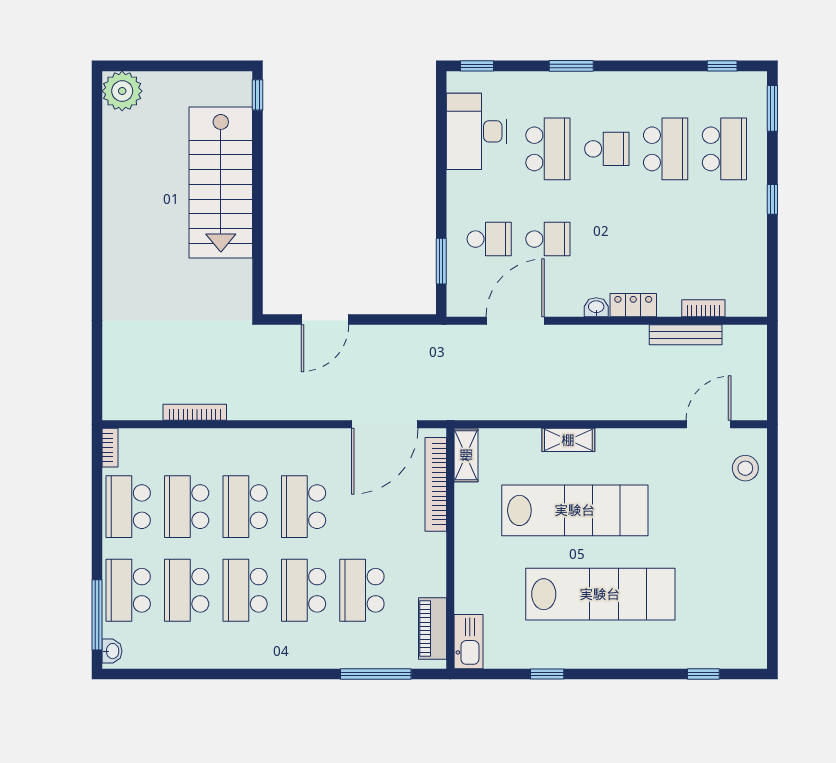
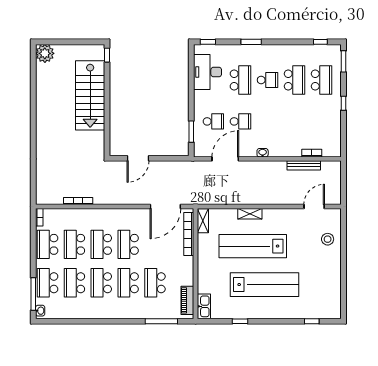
locker: (633, 305) -> (280, 152), removed
stool: (745, 468) -> (328, 239), moved
lab bench: (575, 510) -> (253, 246), turned 180

